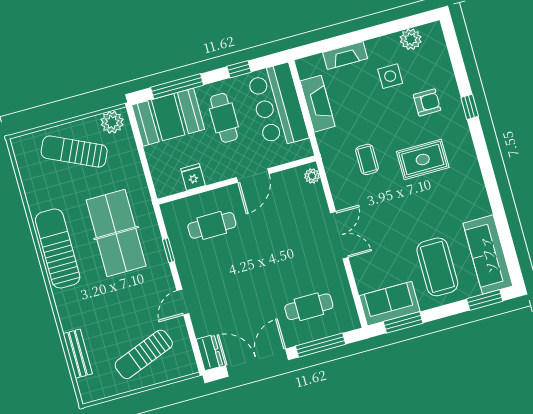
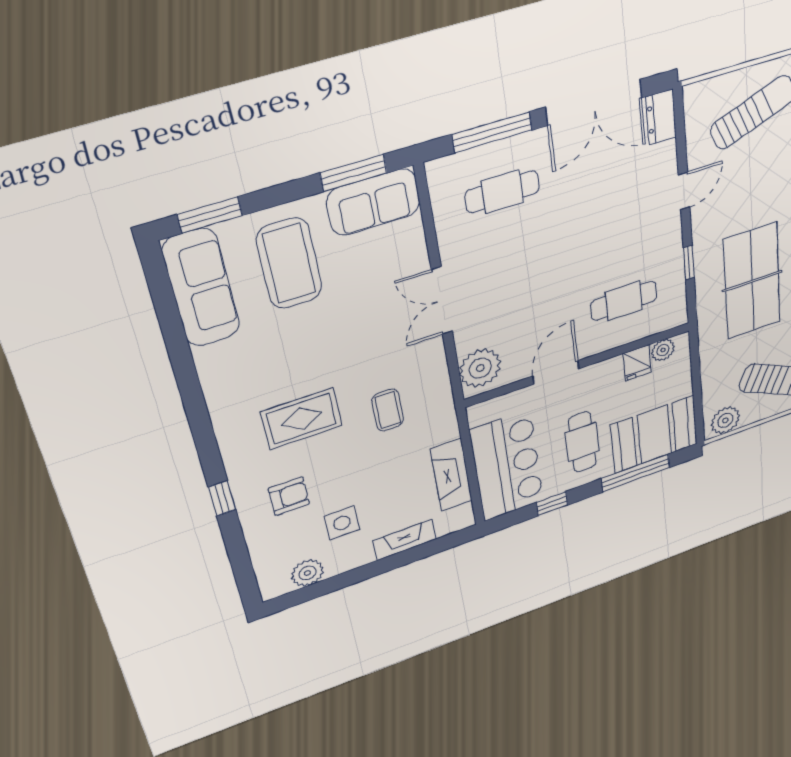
armchair: (427, 102) -> (289, 496), turned 180
plant: (312, 176) -> (480, 368), width x1.88, depth x1.88
plant: (175, 185) -> (663, 350), added

